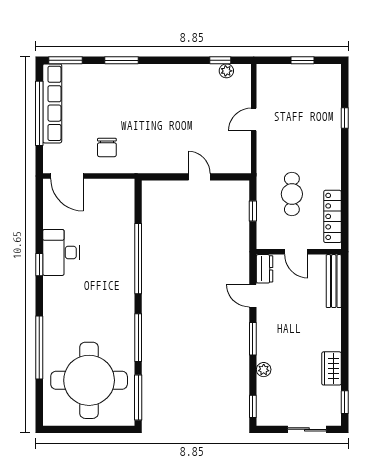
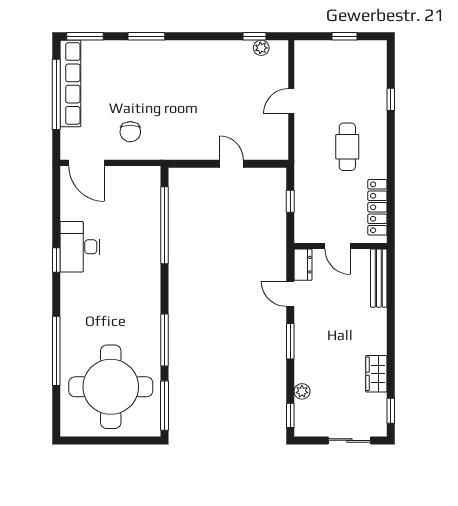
cafe table: (292, 194) -> (347, 147), moved
window: (138, 259) -> (165, 225), moved
plant: (264, 370) -> (302, 391), moved

